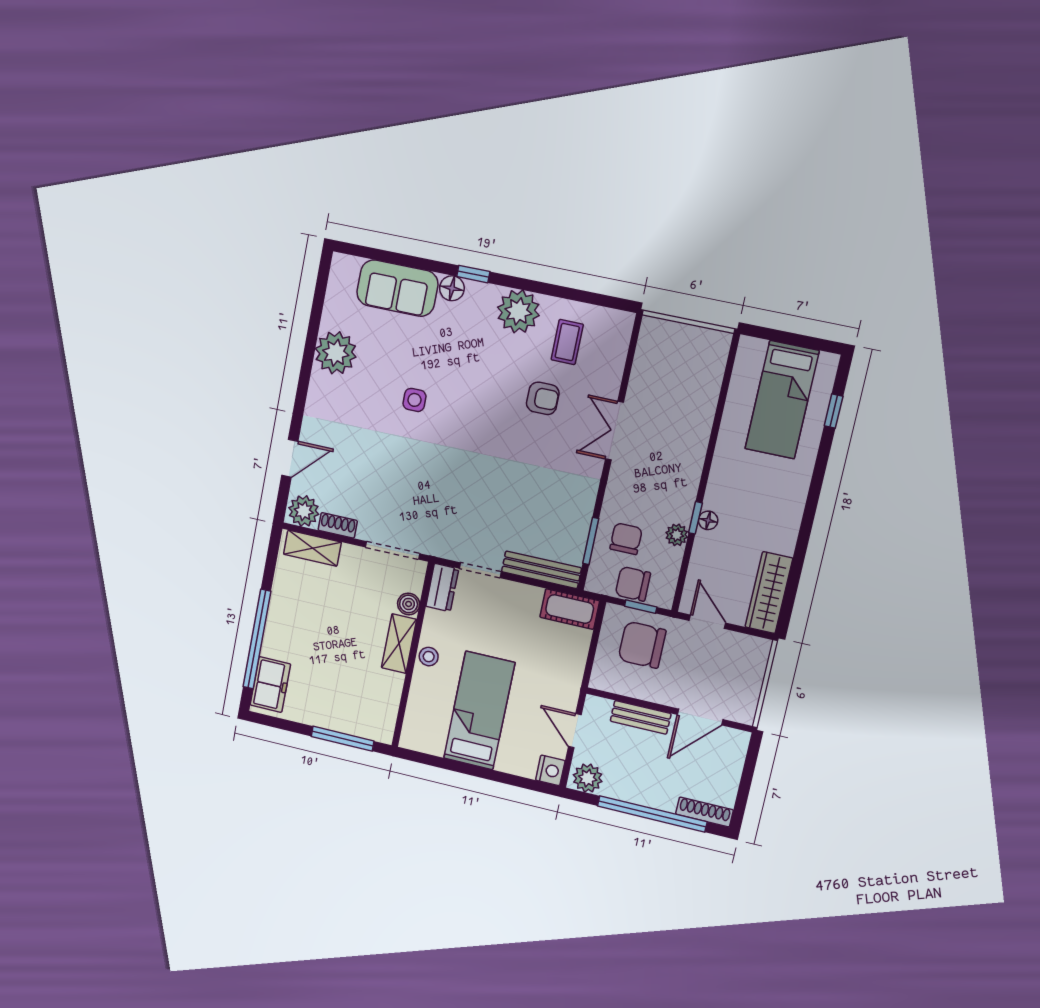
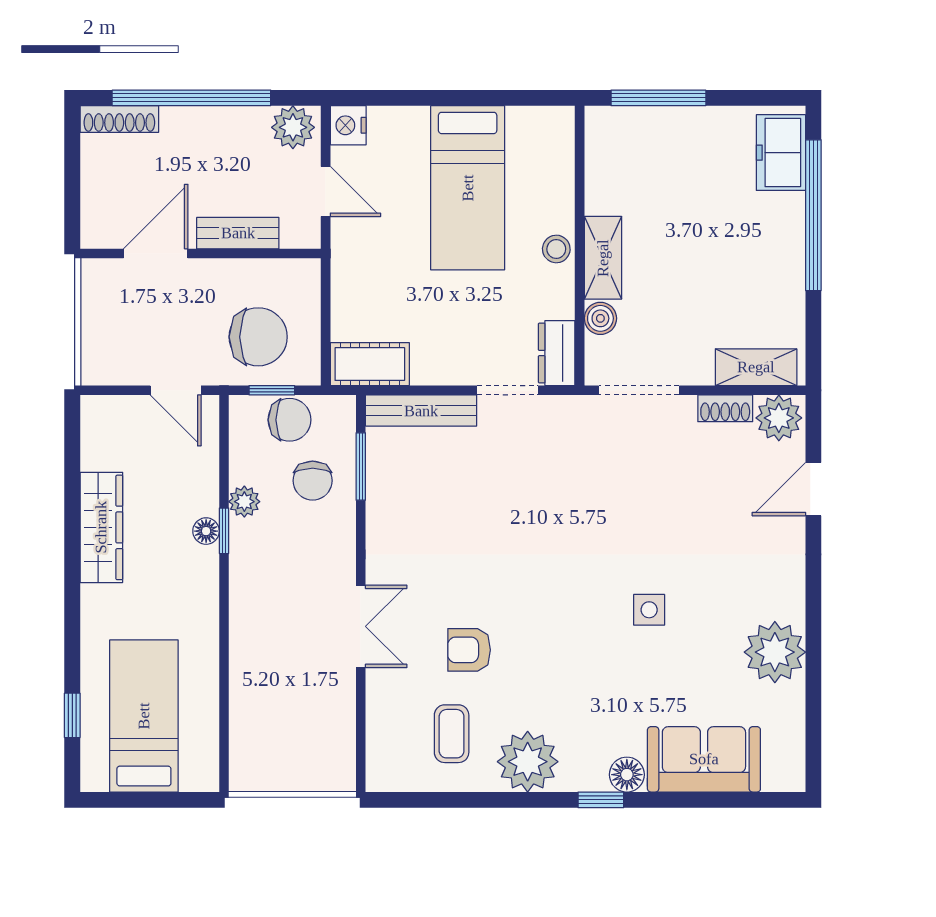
wardrobe: (769, 593) -> (101, 527), moved

